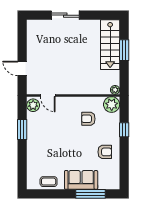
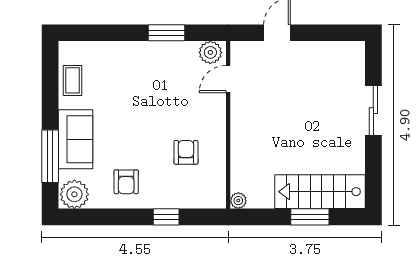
plant: (112, 105) -> (74, 194), moved

